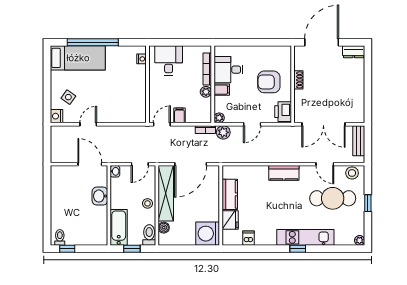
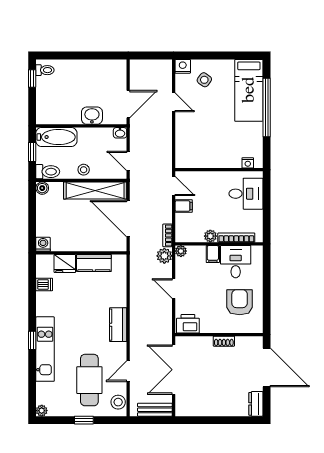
armchair: (269, 82) -> (240, 302), moved
boiler: (164, 228) -> (42, 188), moved
washing machine: (208, 234) -> (43, 244), width x0.53, depth x0.53

